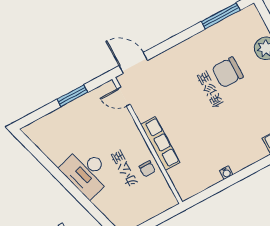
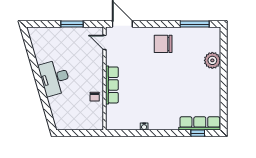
chair: (228, 72) -> (163, 44), moved

